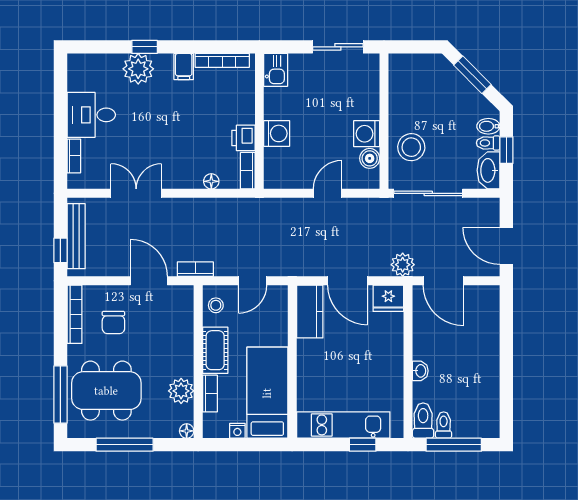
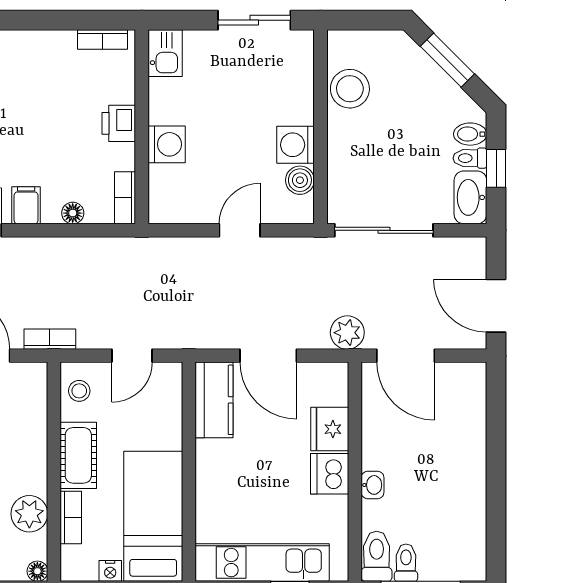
bookcase: (222, 60) -> (102, 39), width x0.64
filing cabinet: (184, 66) -> (26, 205), moved, turned 180
printer: (243, 138) -> (119, 123), moved
stool: (411, 147) -> (350, 89), moved
fridge: (388, 298) -> (330, 429), moved, turned 90
dishwasher: (390, 363) -> (330, 474), added

